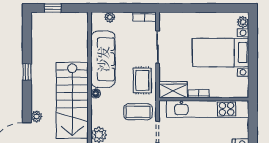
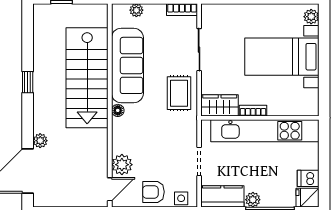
stairs: (72, 100) -> (87, 78), moved
coffee table: (138, 112) -> (174, 134), removed

